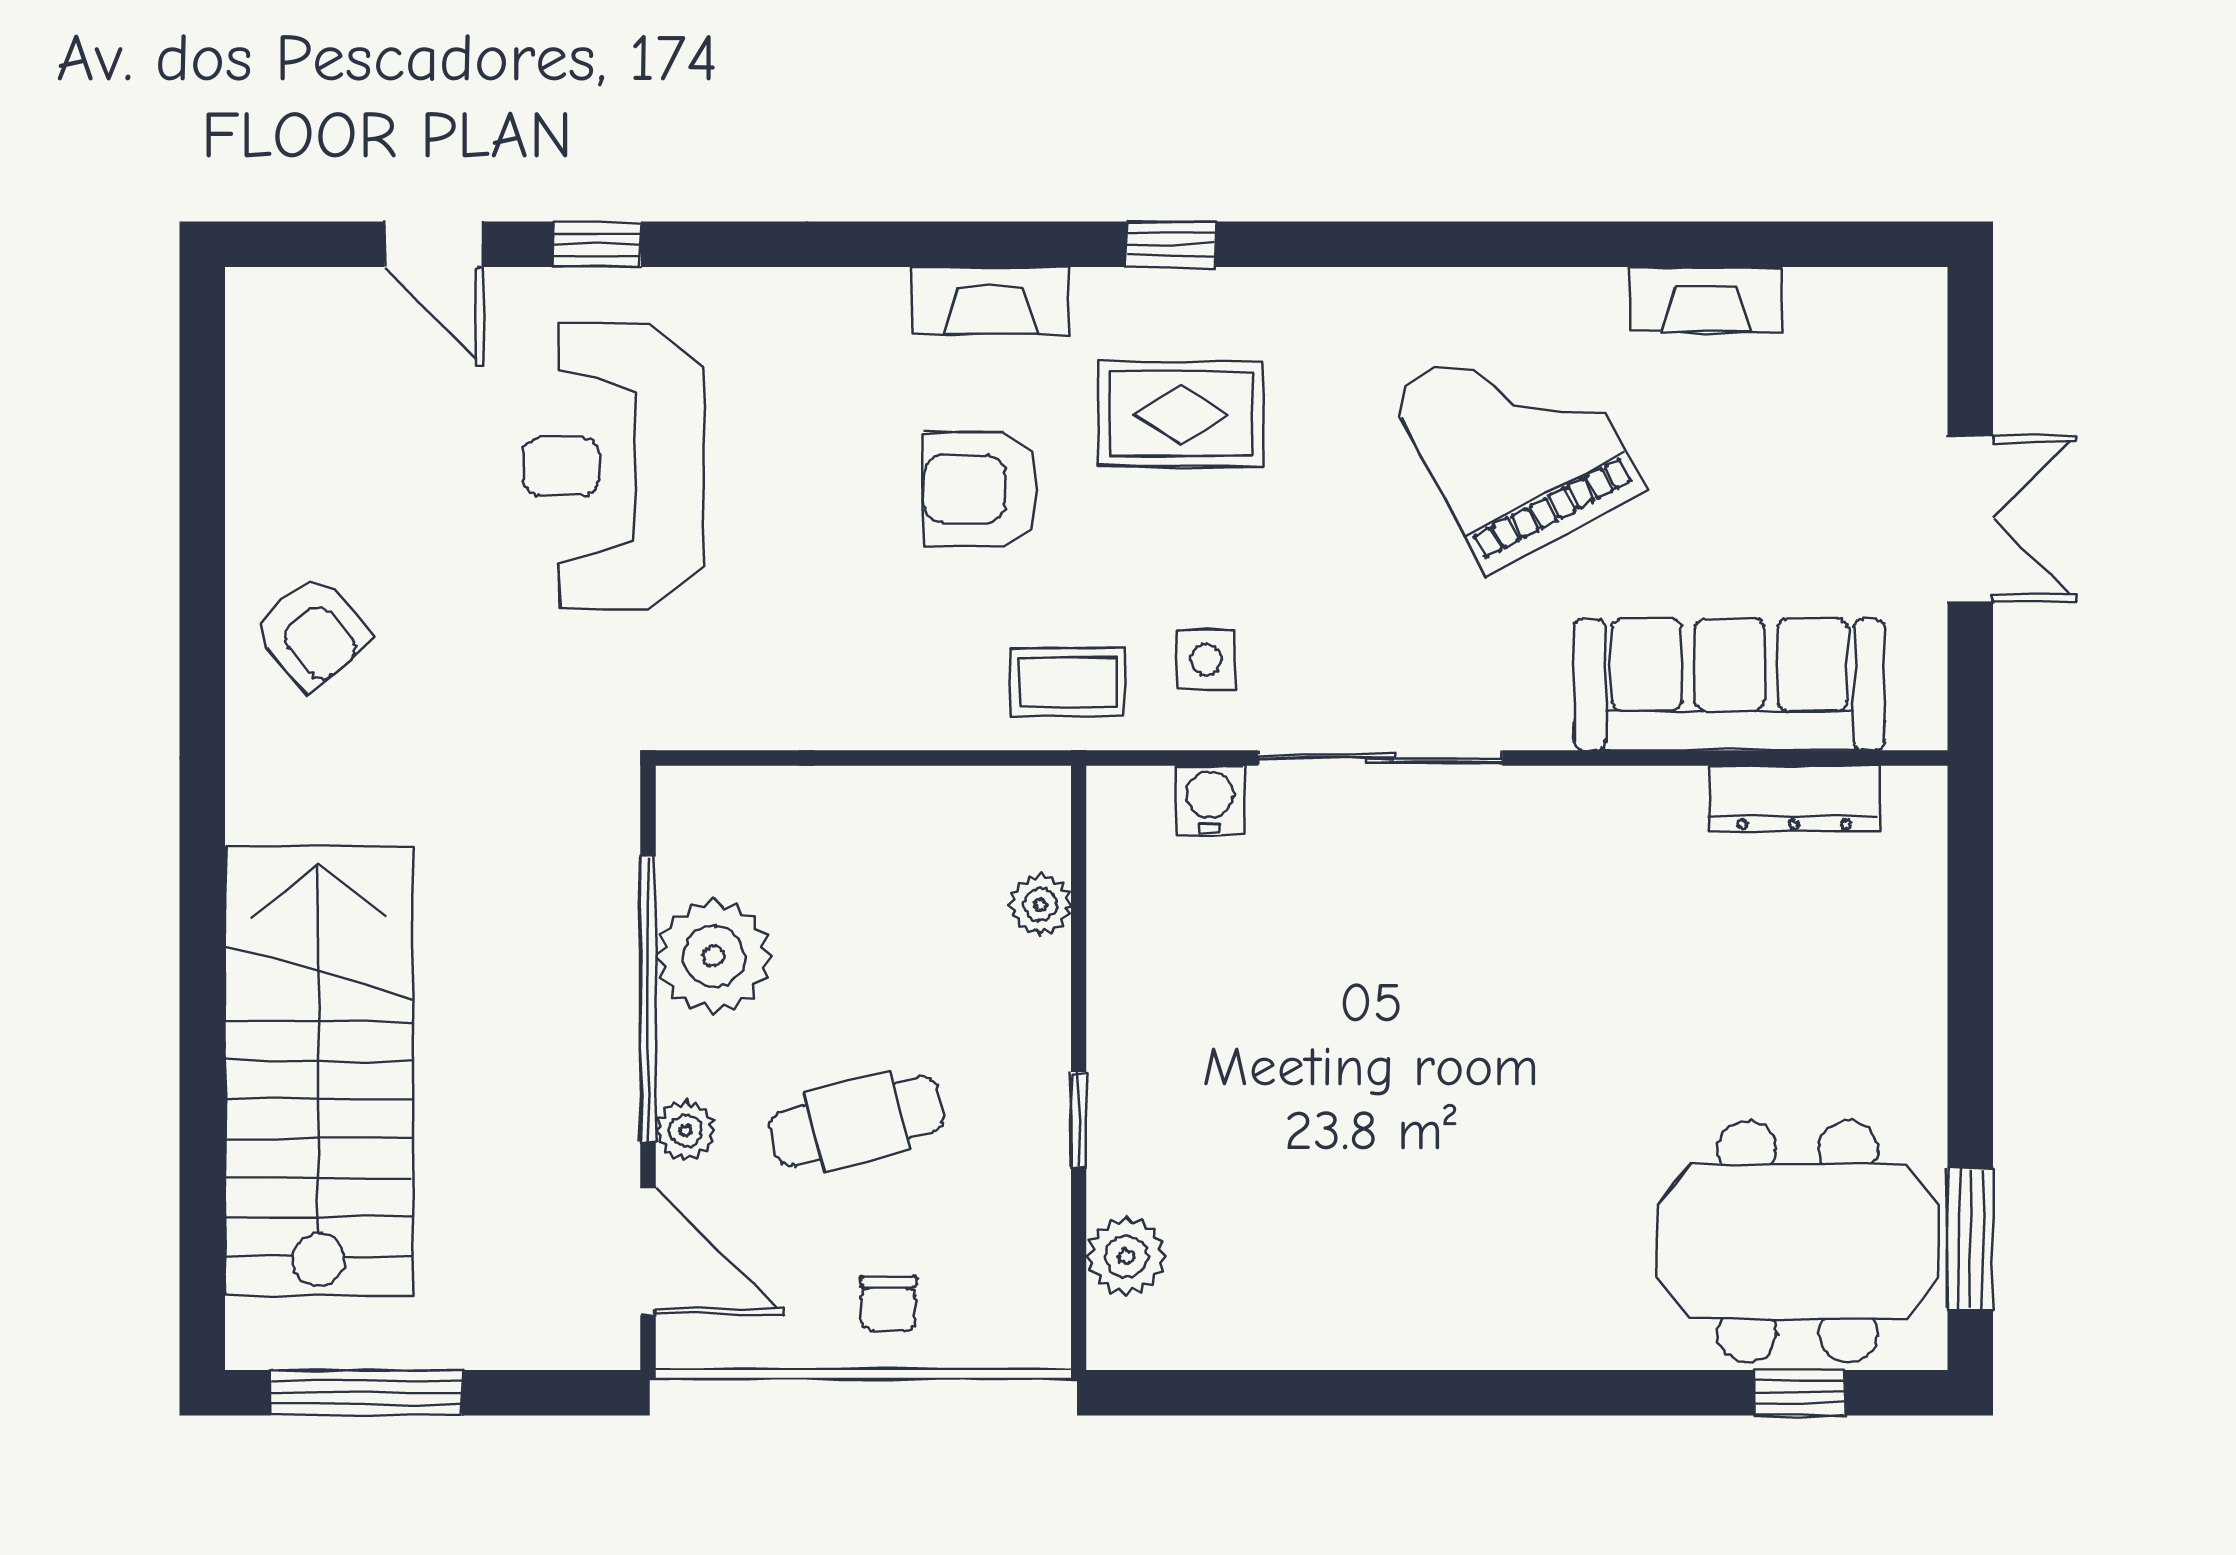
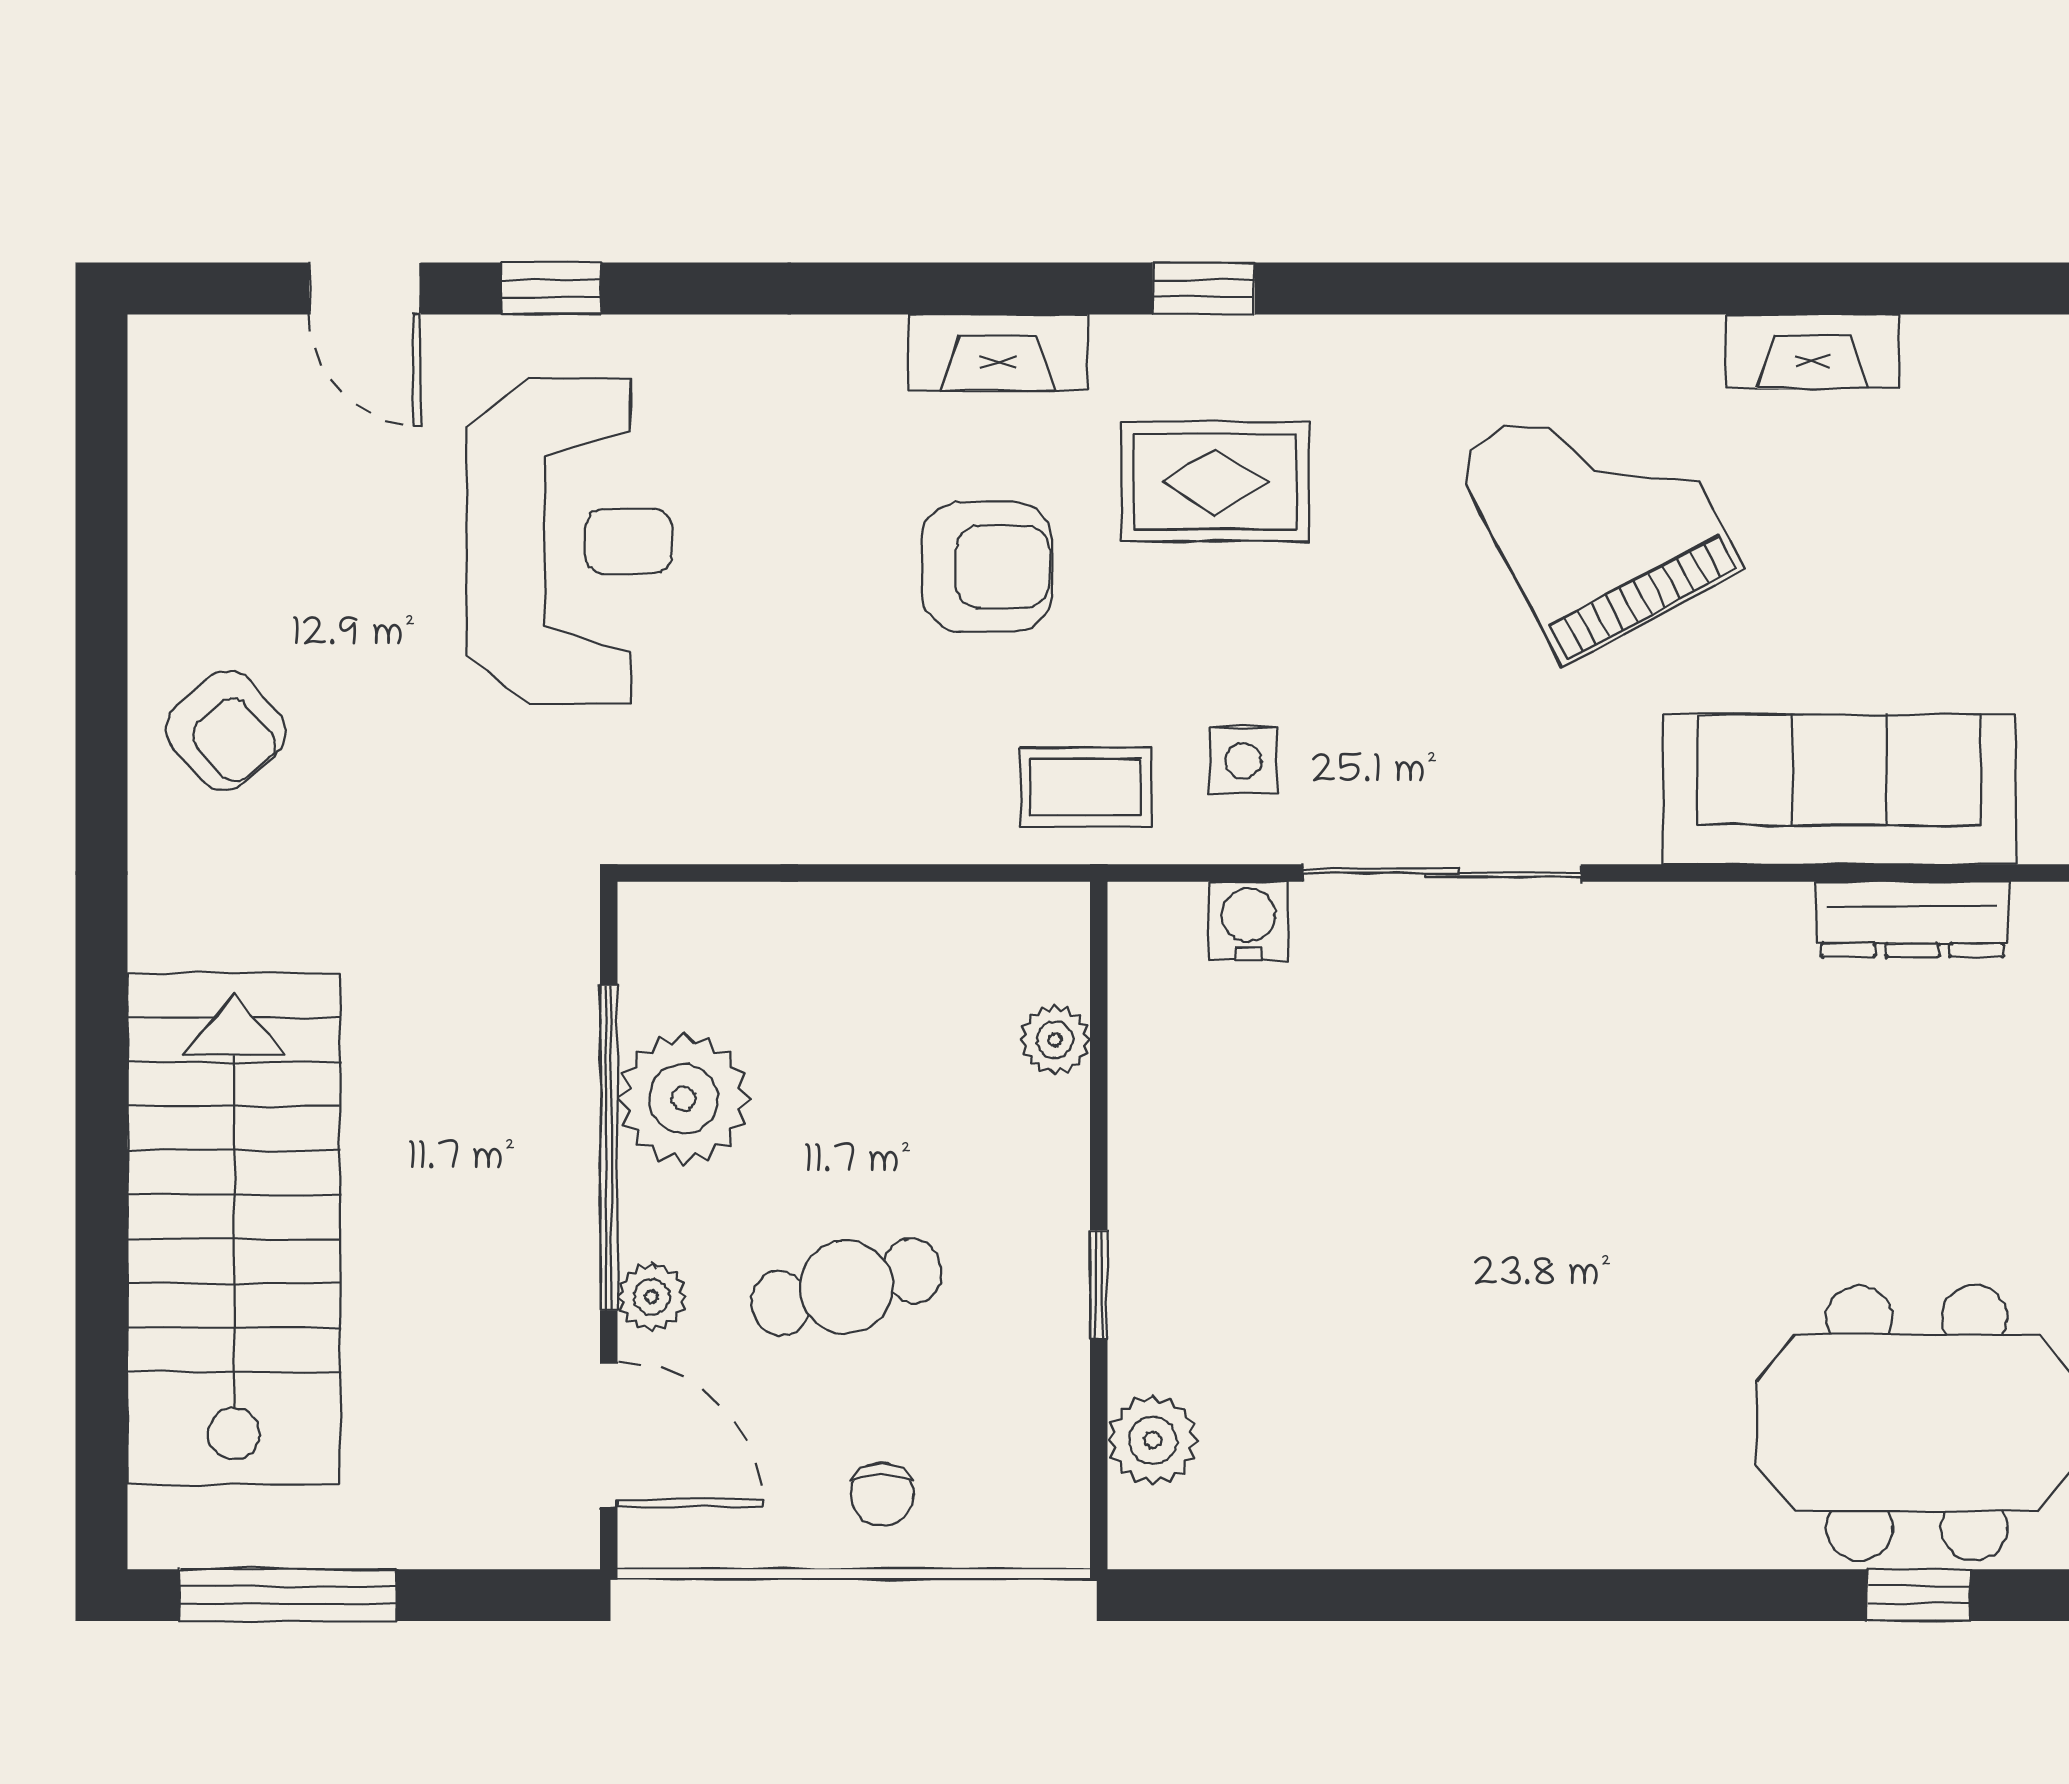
reception desk: (613, 466) -> (569, 541), turned 180
armchair: (980, 489) -> (987, 567), turned 180

